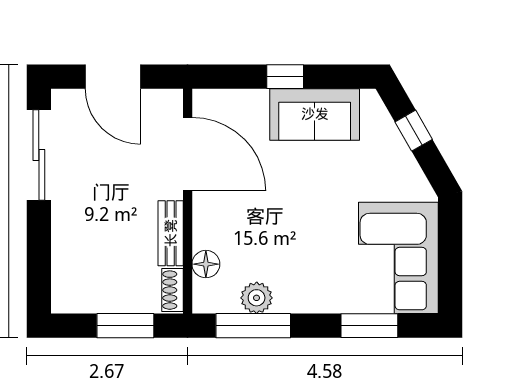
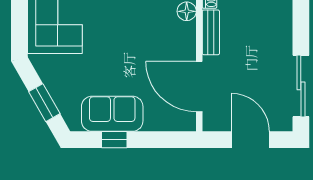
window: (285, 77) -> (114, 140), moved
window: (414, 131) -> (44, 103), width x1.50

